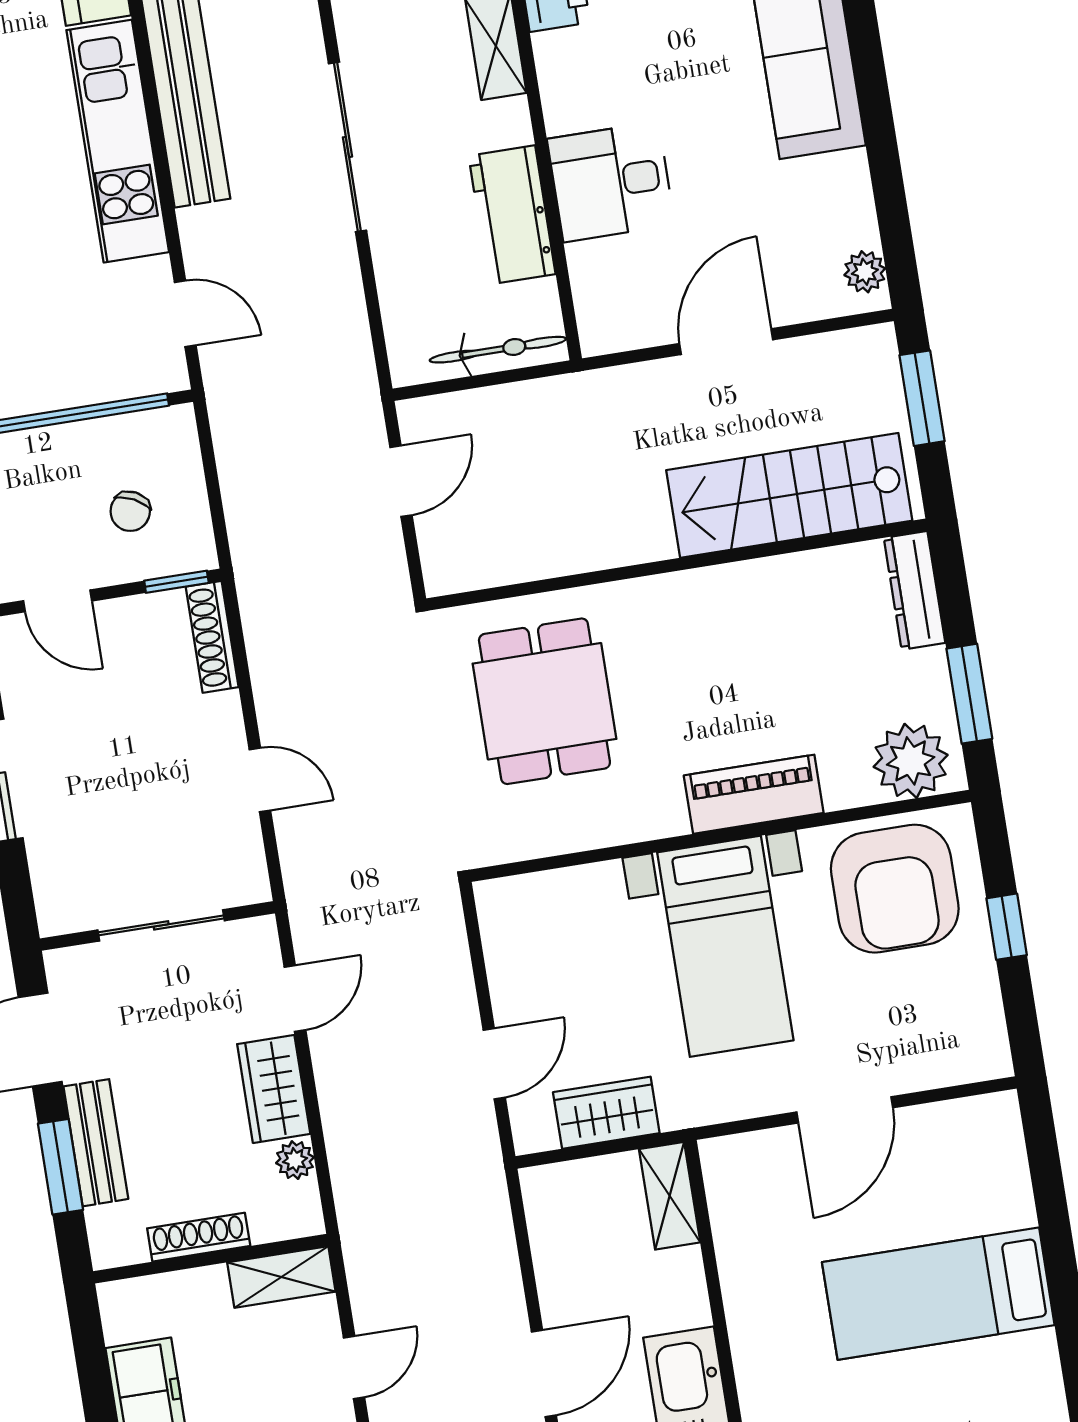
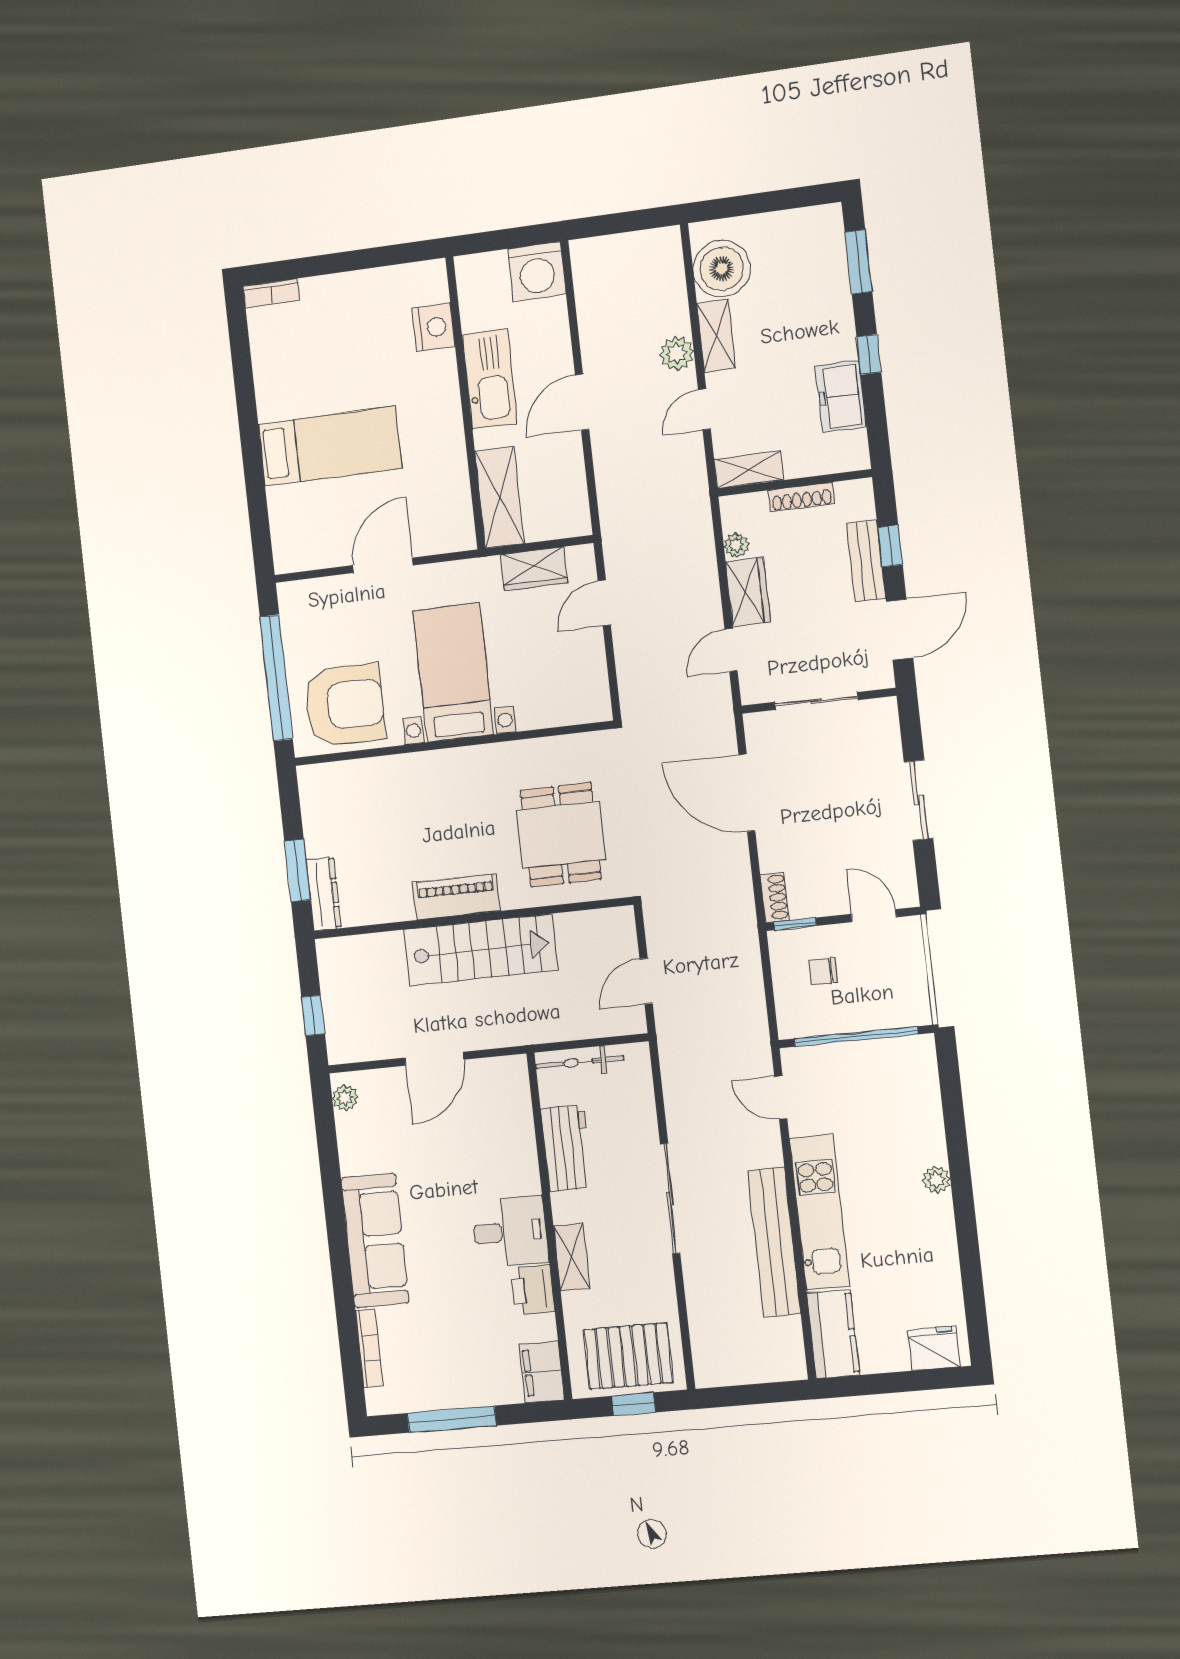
desk: (611, 182) -> (510, 1232), moved
window: (922, 398) -> (313, 1015), width x0.67
stairs: (789, 495) -> (481, 950), moved
chair: (130, 511) -> (823, 971), turned -117
shoe rack: (212, 637) -> (775, 897), width x0.70
window: (969, 694) -> (297, 870), moved
plant: (911, 761) -> (331, 786), removed
door: (260, 780) -> (747, 793), width x1.87
piano: (754, 794) -> (456, 897), moved, turned 180
armchair: (895, 889) -> (345, 705), turned 90
window: (1007, 927) -> (276, 678), width x3.17
window: (60, 1167) -> (890, 546), width x0.67
shelving: (670, 1196) -> (499, 497), width x1.50, depth x1.33

